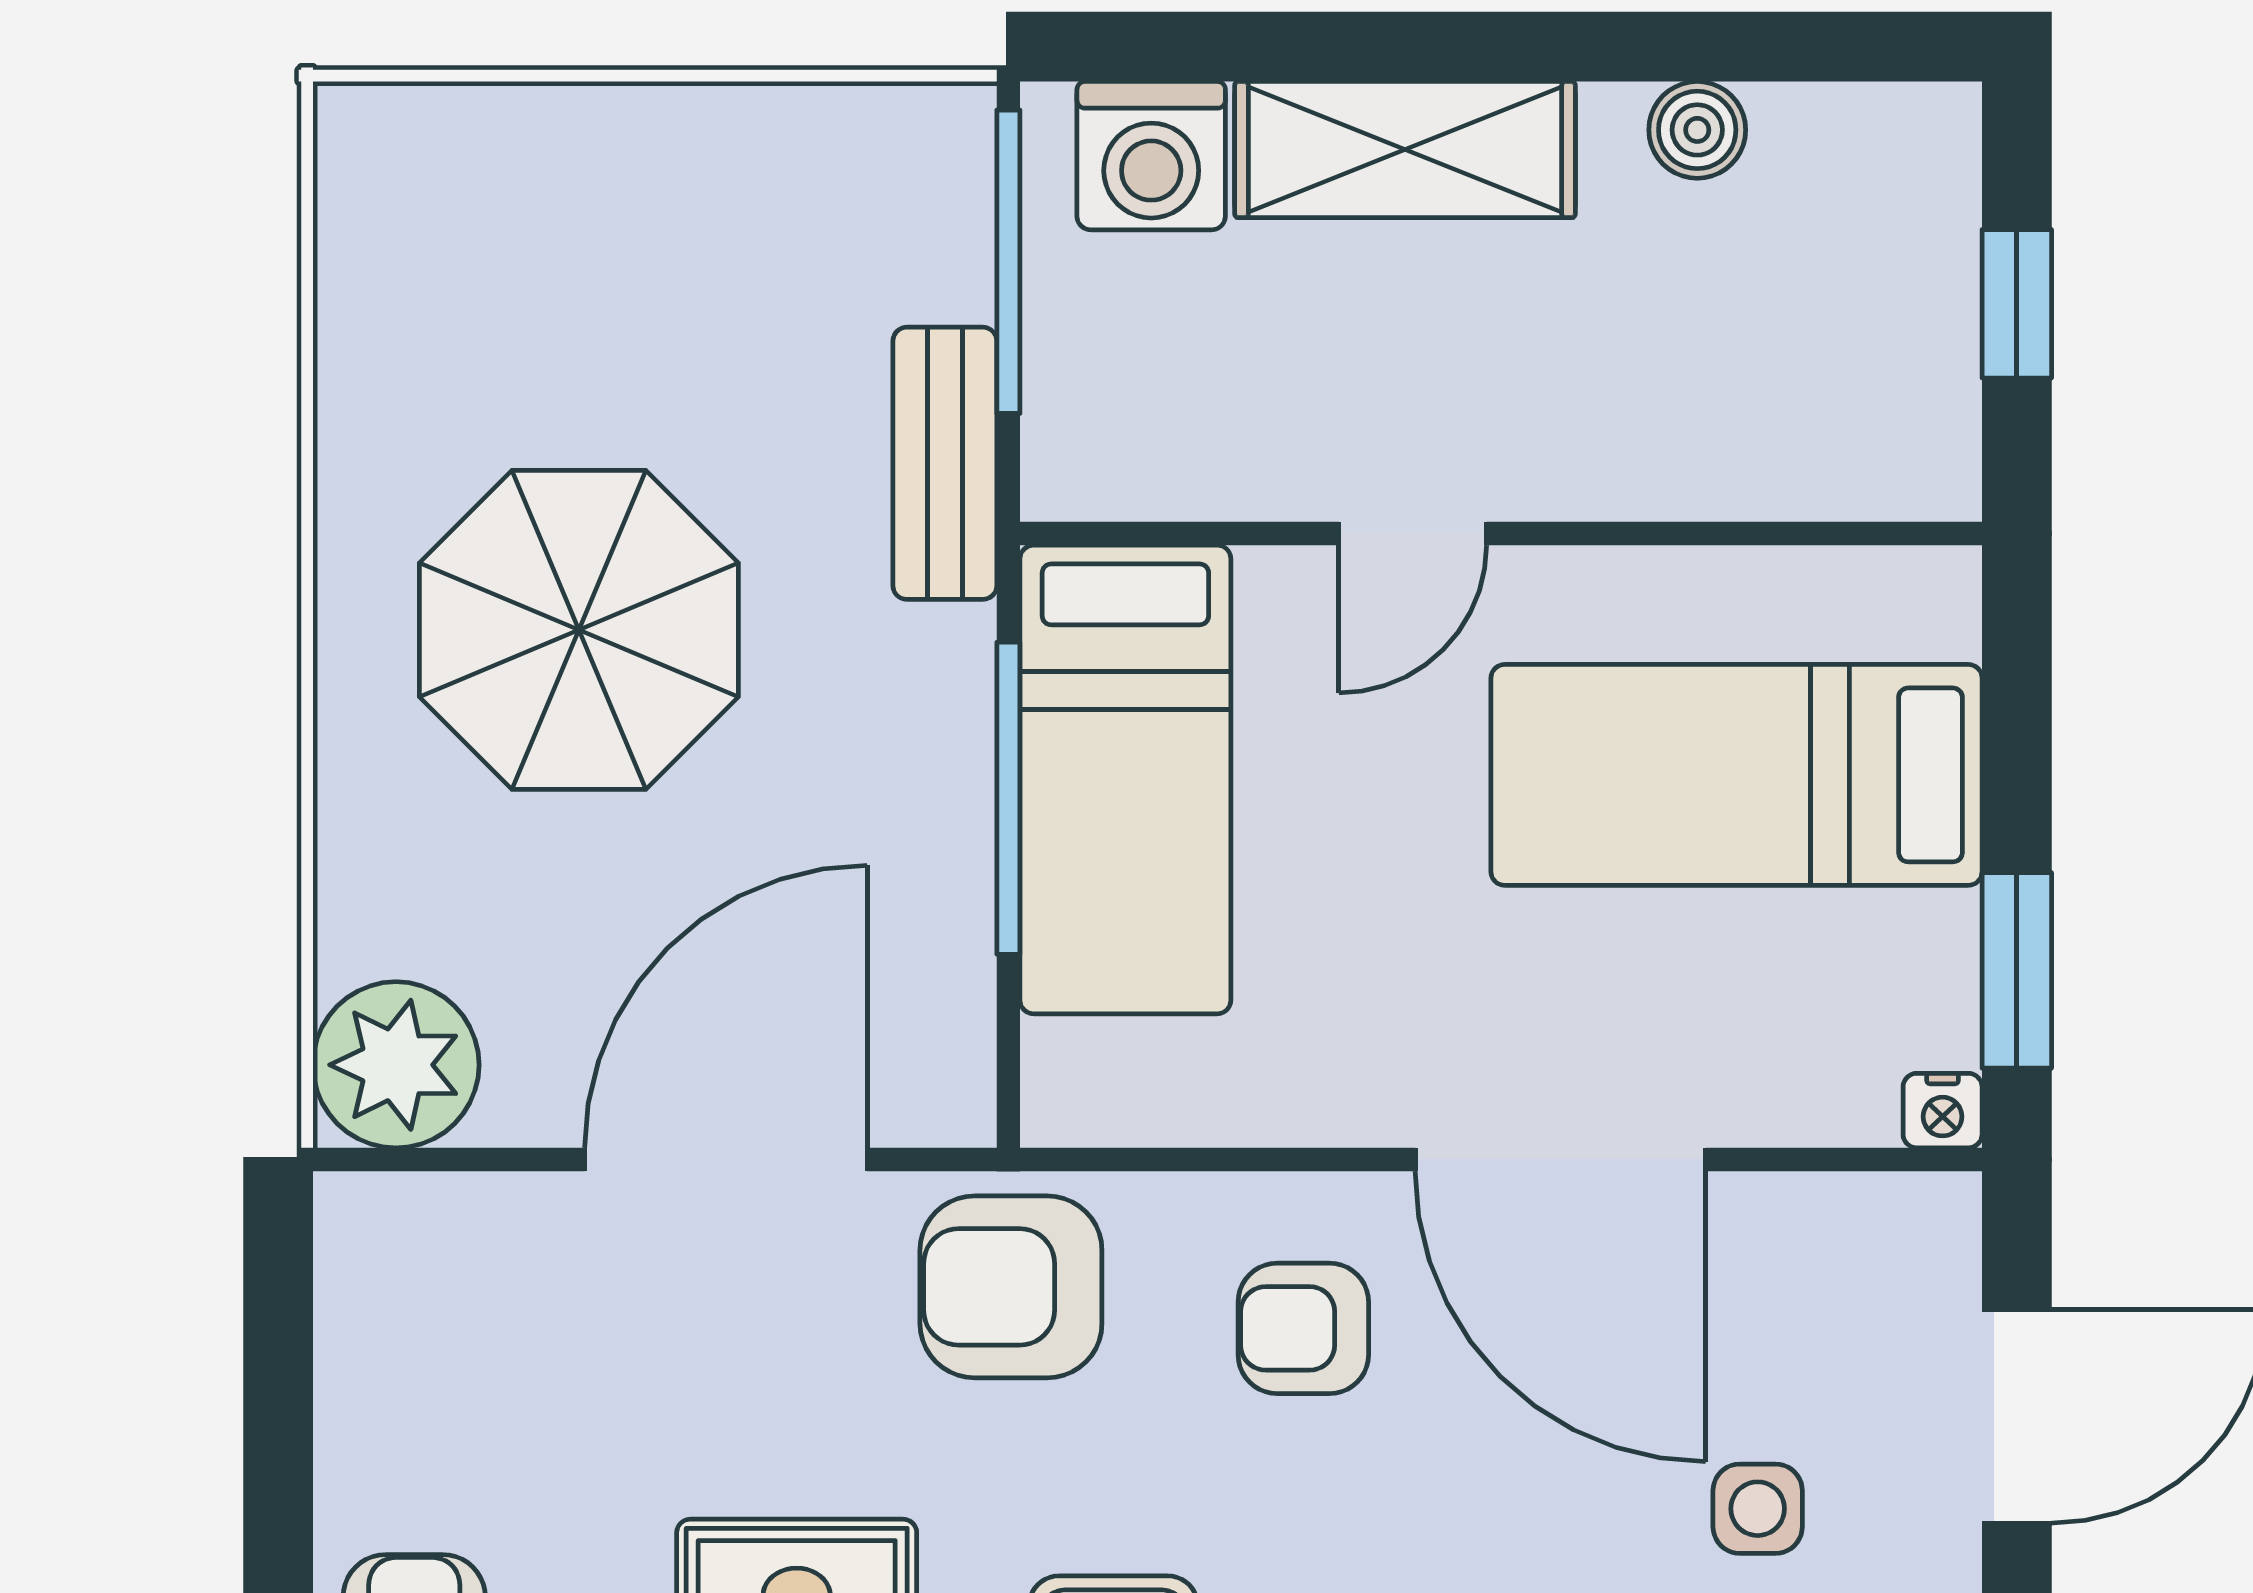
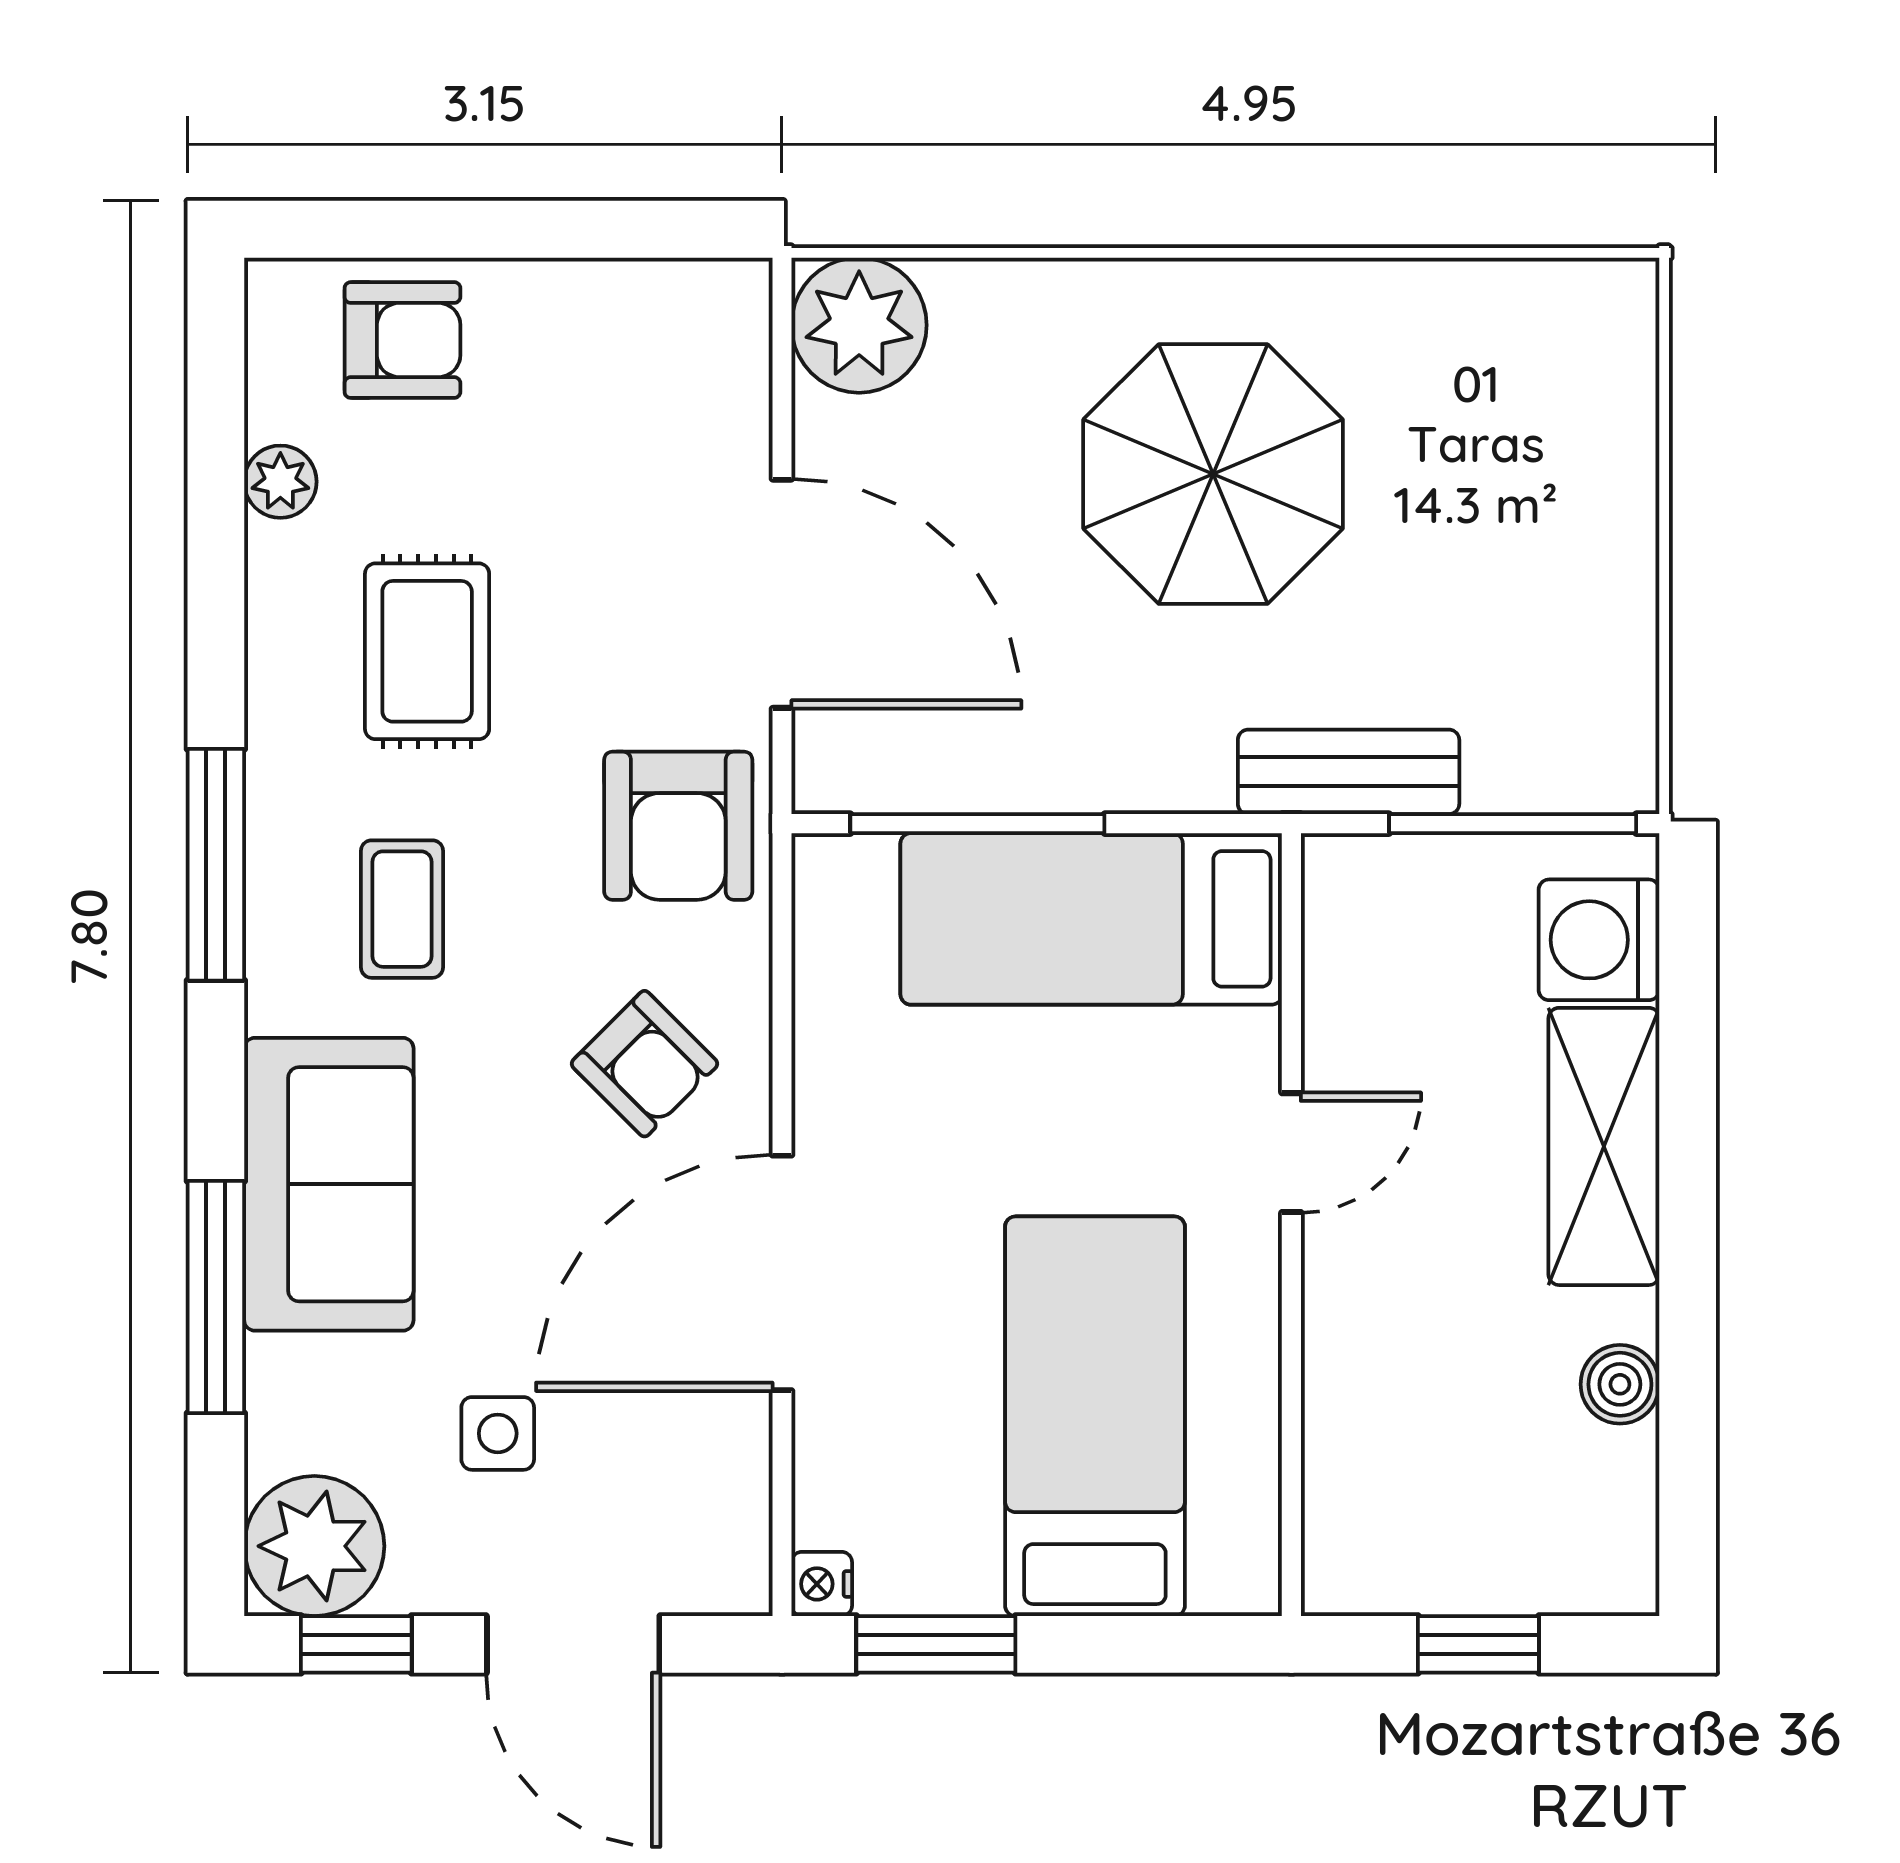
door: (1413, 534) -> (1291, 1153), swing flipped
window: (1008, 798) -> (977, 824), moved
armchair: (1011, 1287) -> (678, 826), turned 180
armchair: (1303, 1328) -> (644, 1064), turned 135

